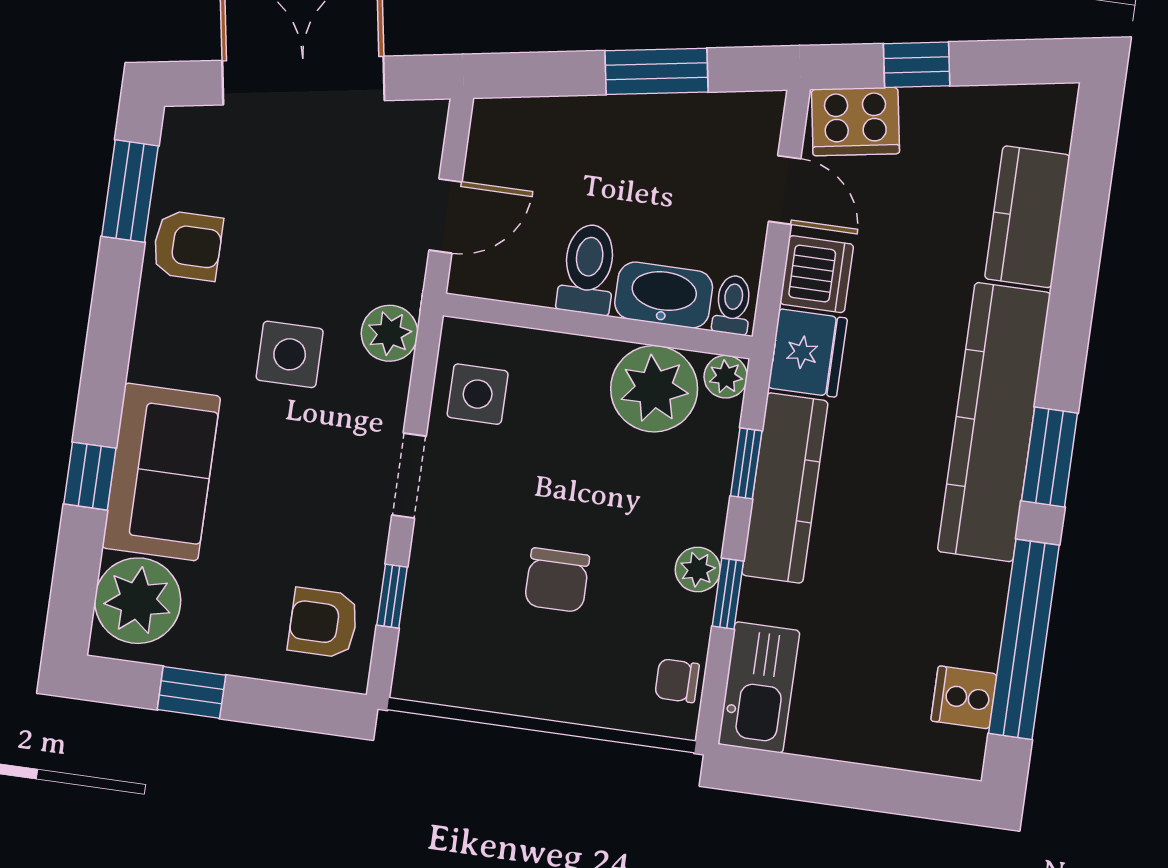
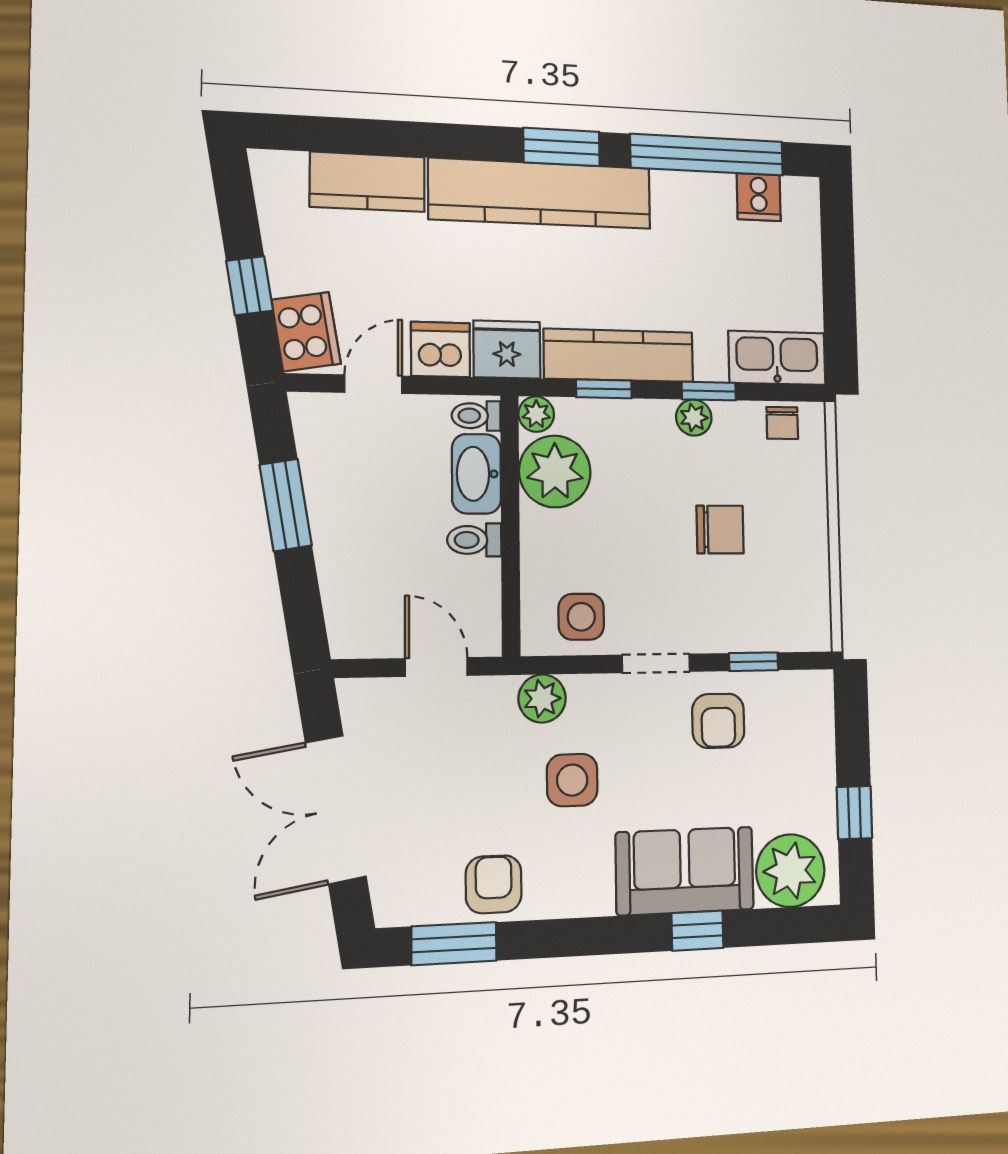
toilet: (588, 269) -> (474, 540), width x0.73, depth x0.72
armchair: (323, 623) -> (718, 721), moved

